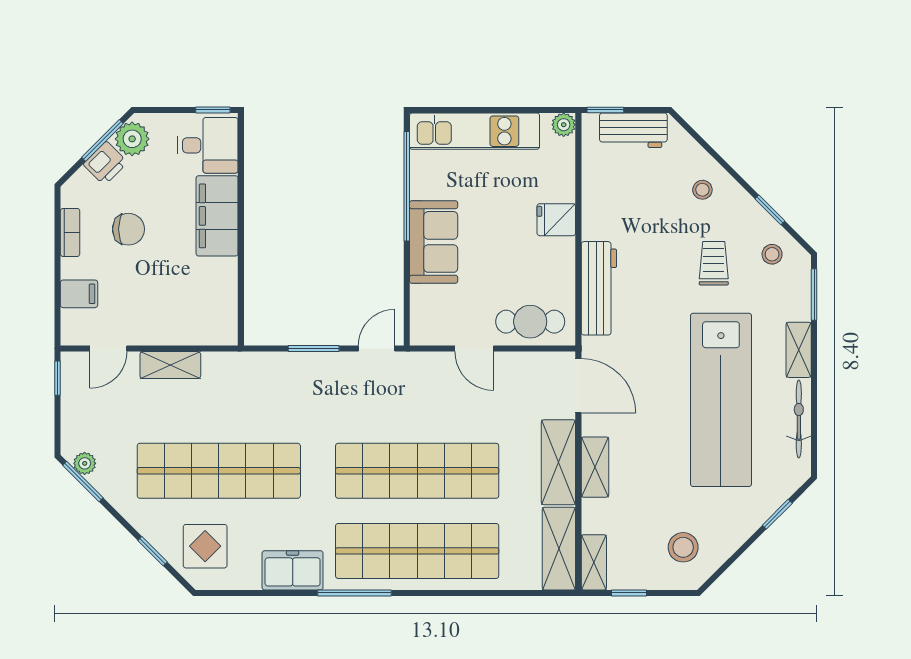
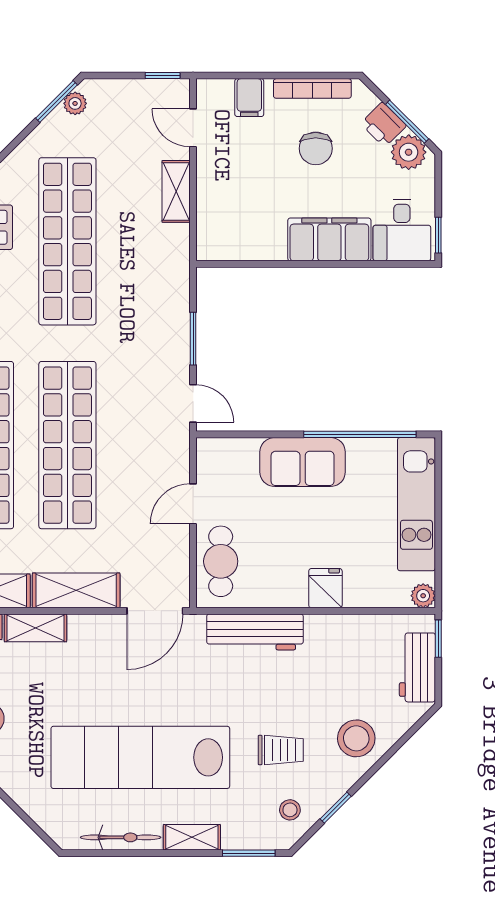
stool: (702, 190) -> (356, 738), width x1.89, depth x1.89
bookcase: (70, 232) -> (312, 88), width x1.56
shelving: (595, 467) -> (35, 628), moved
window: (777, 514) -> (23, 815), removed

